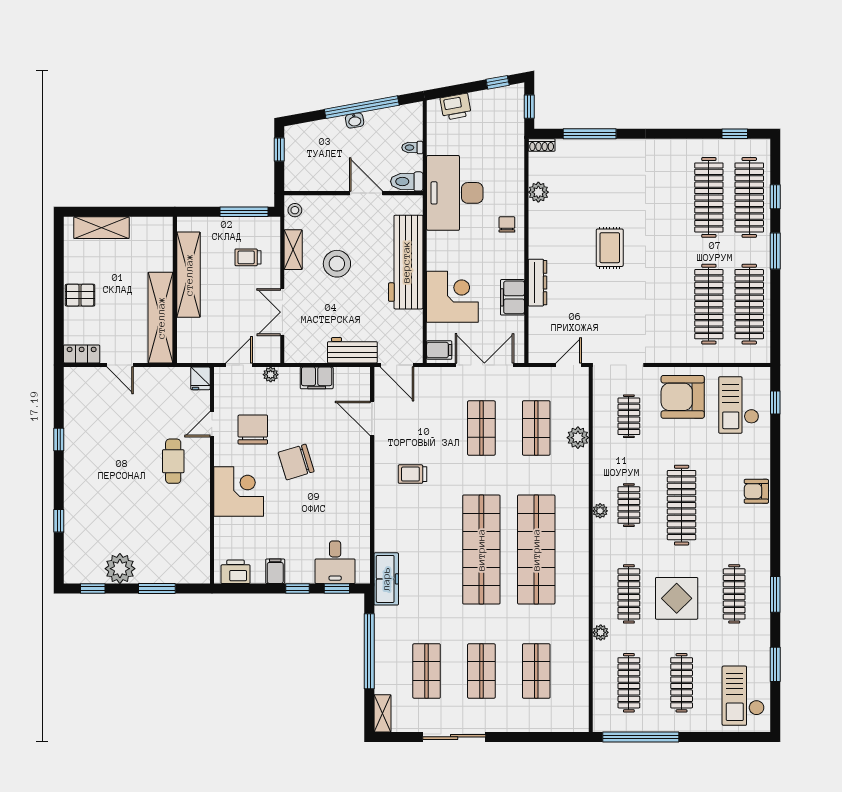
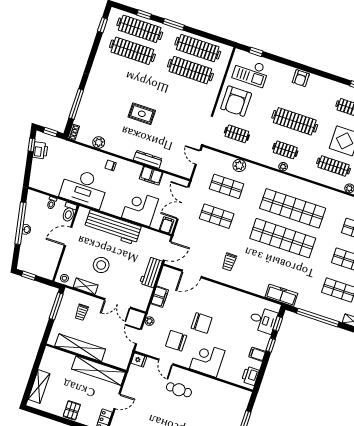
printer: (456, 107) -> (40, 150), moved
chair: (296, 462) -> (202, 323), turned -73

